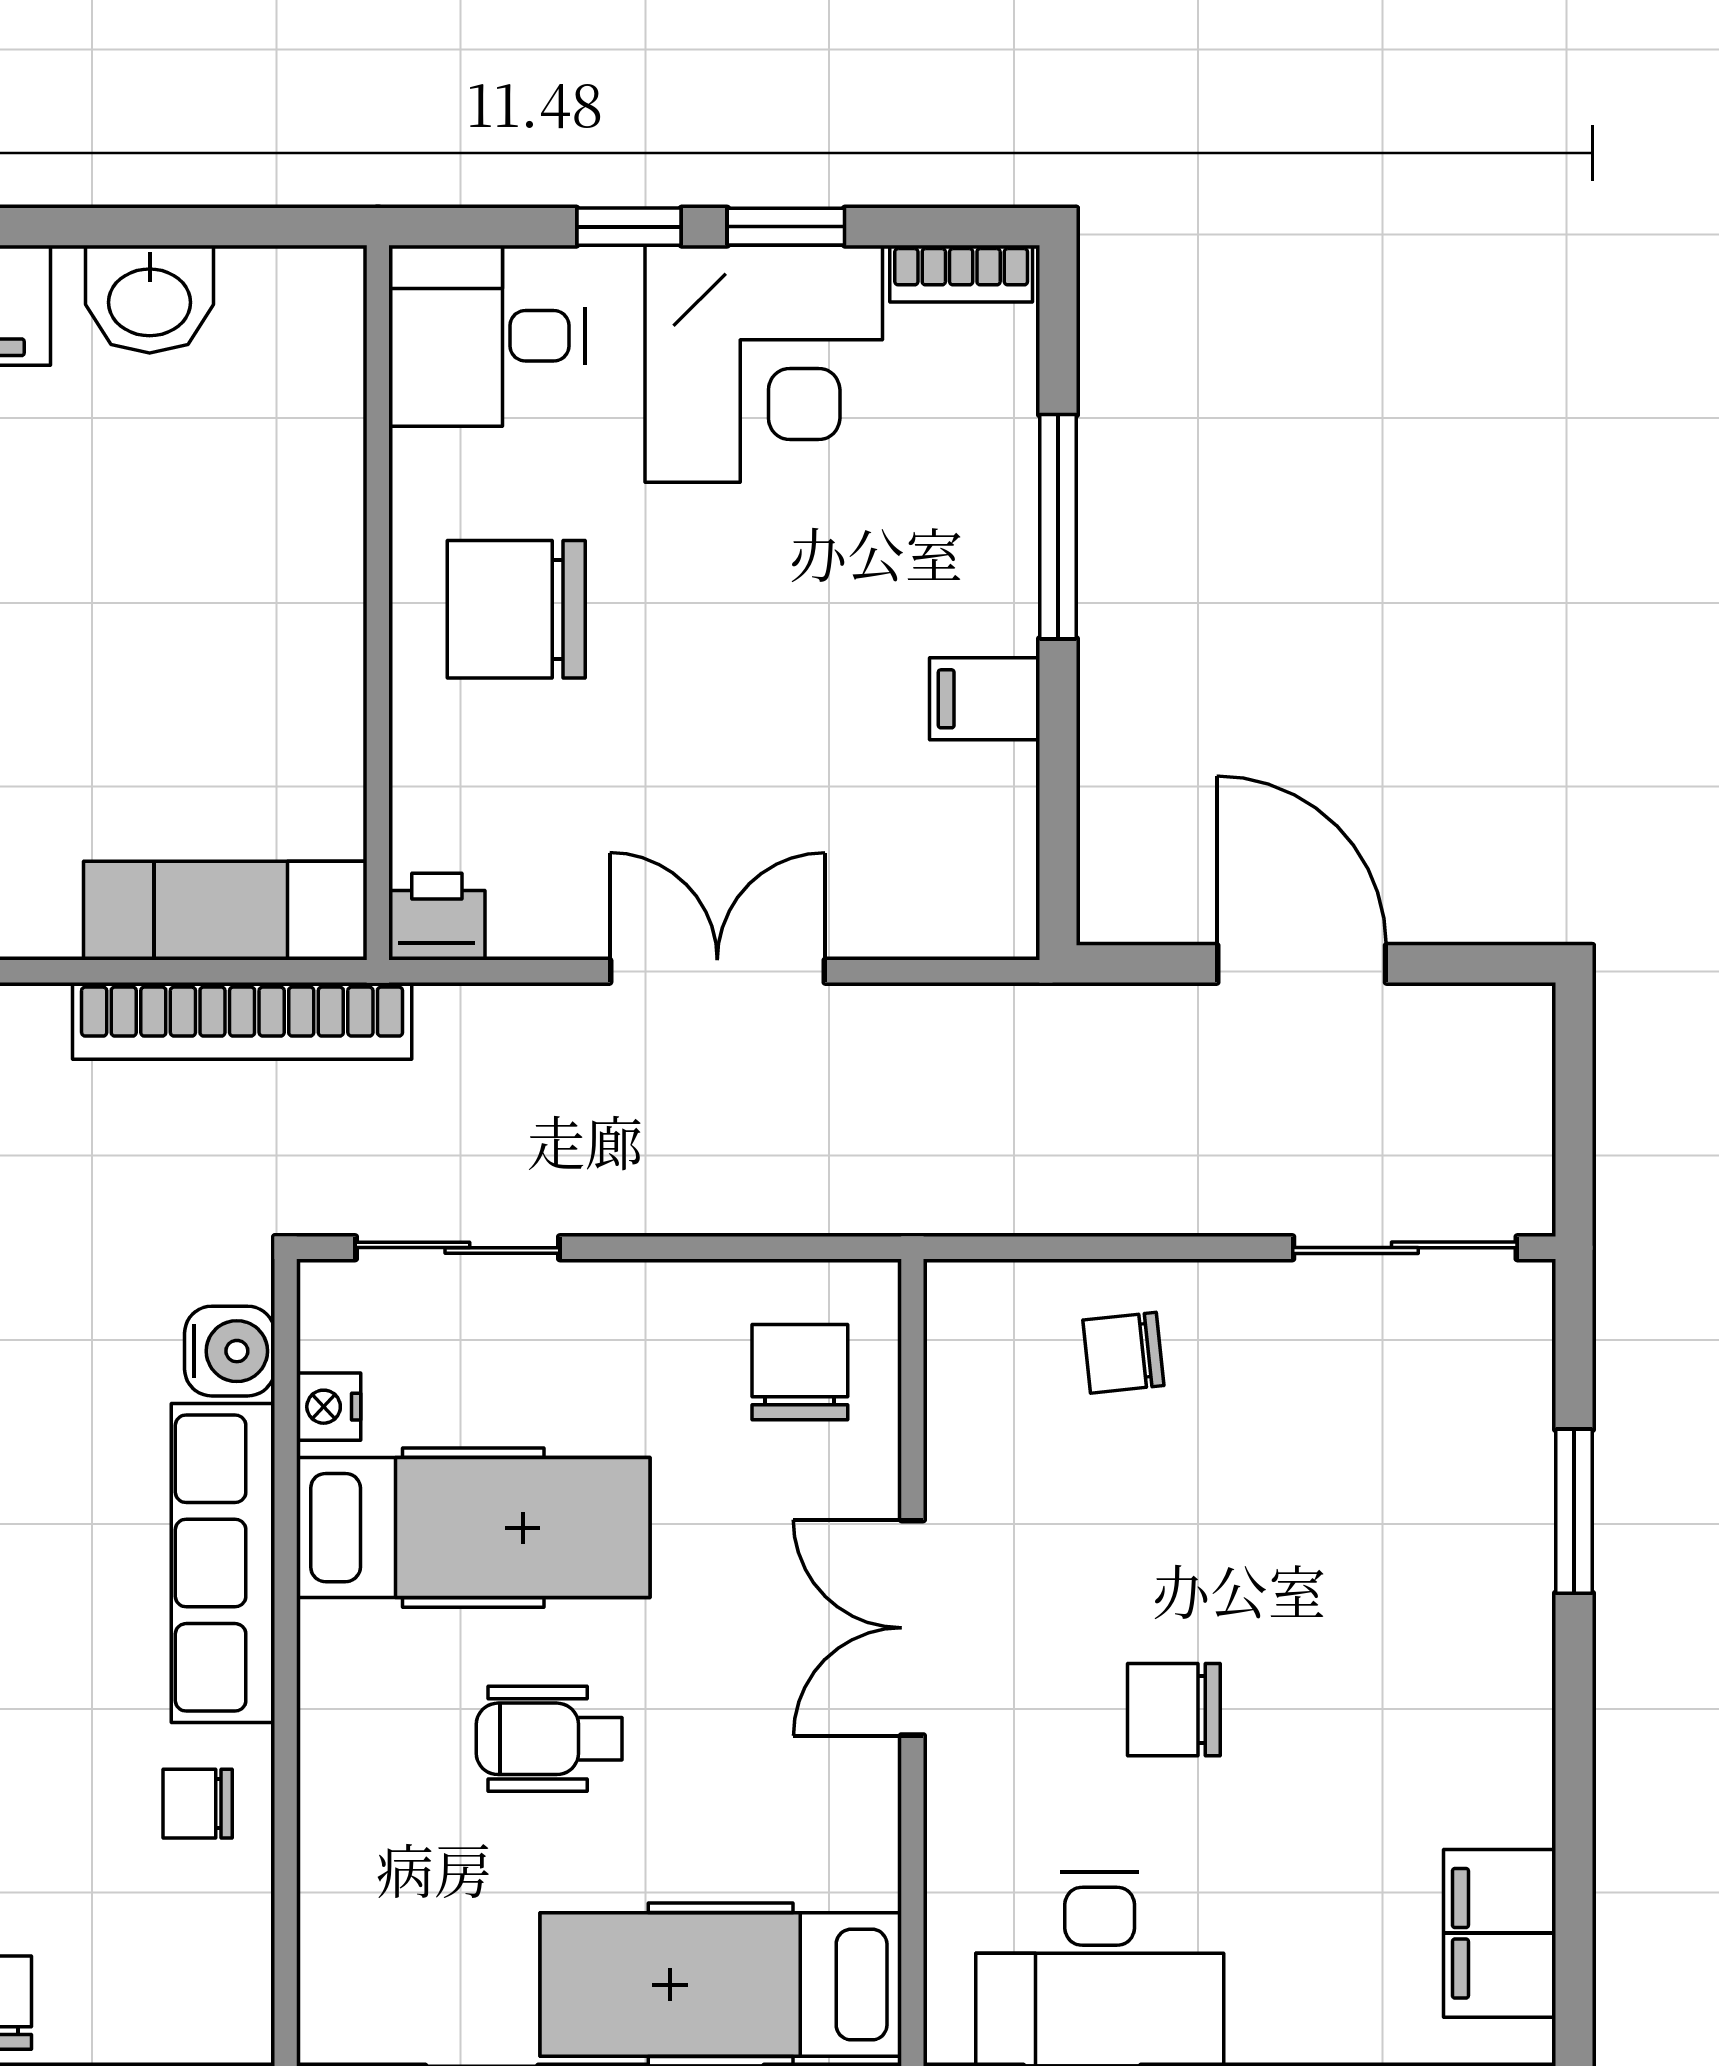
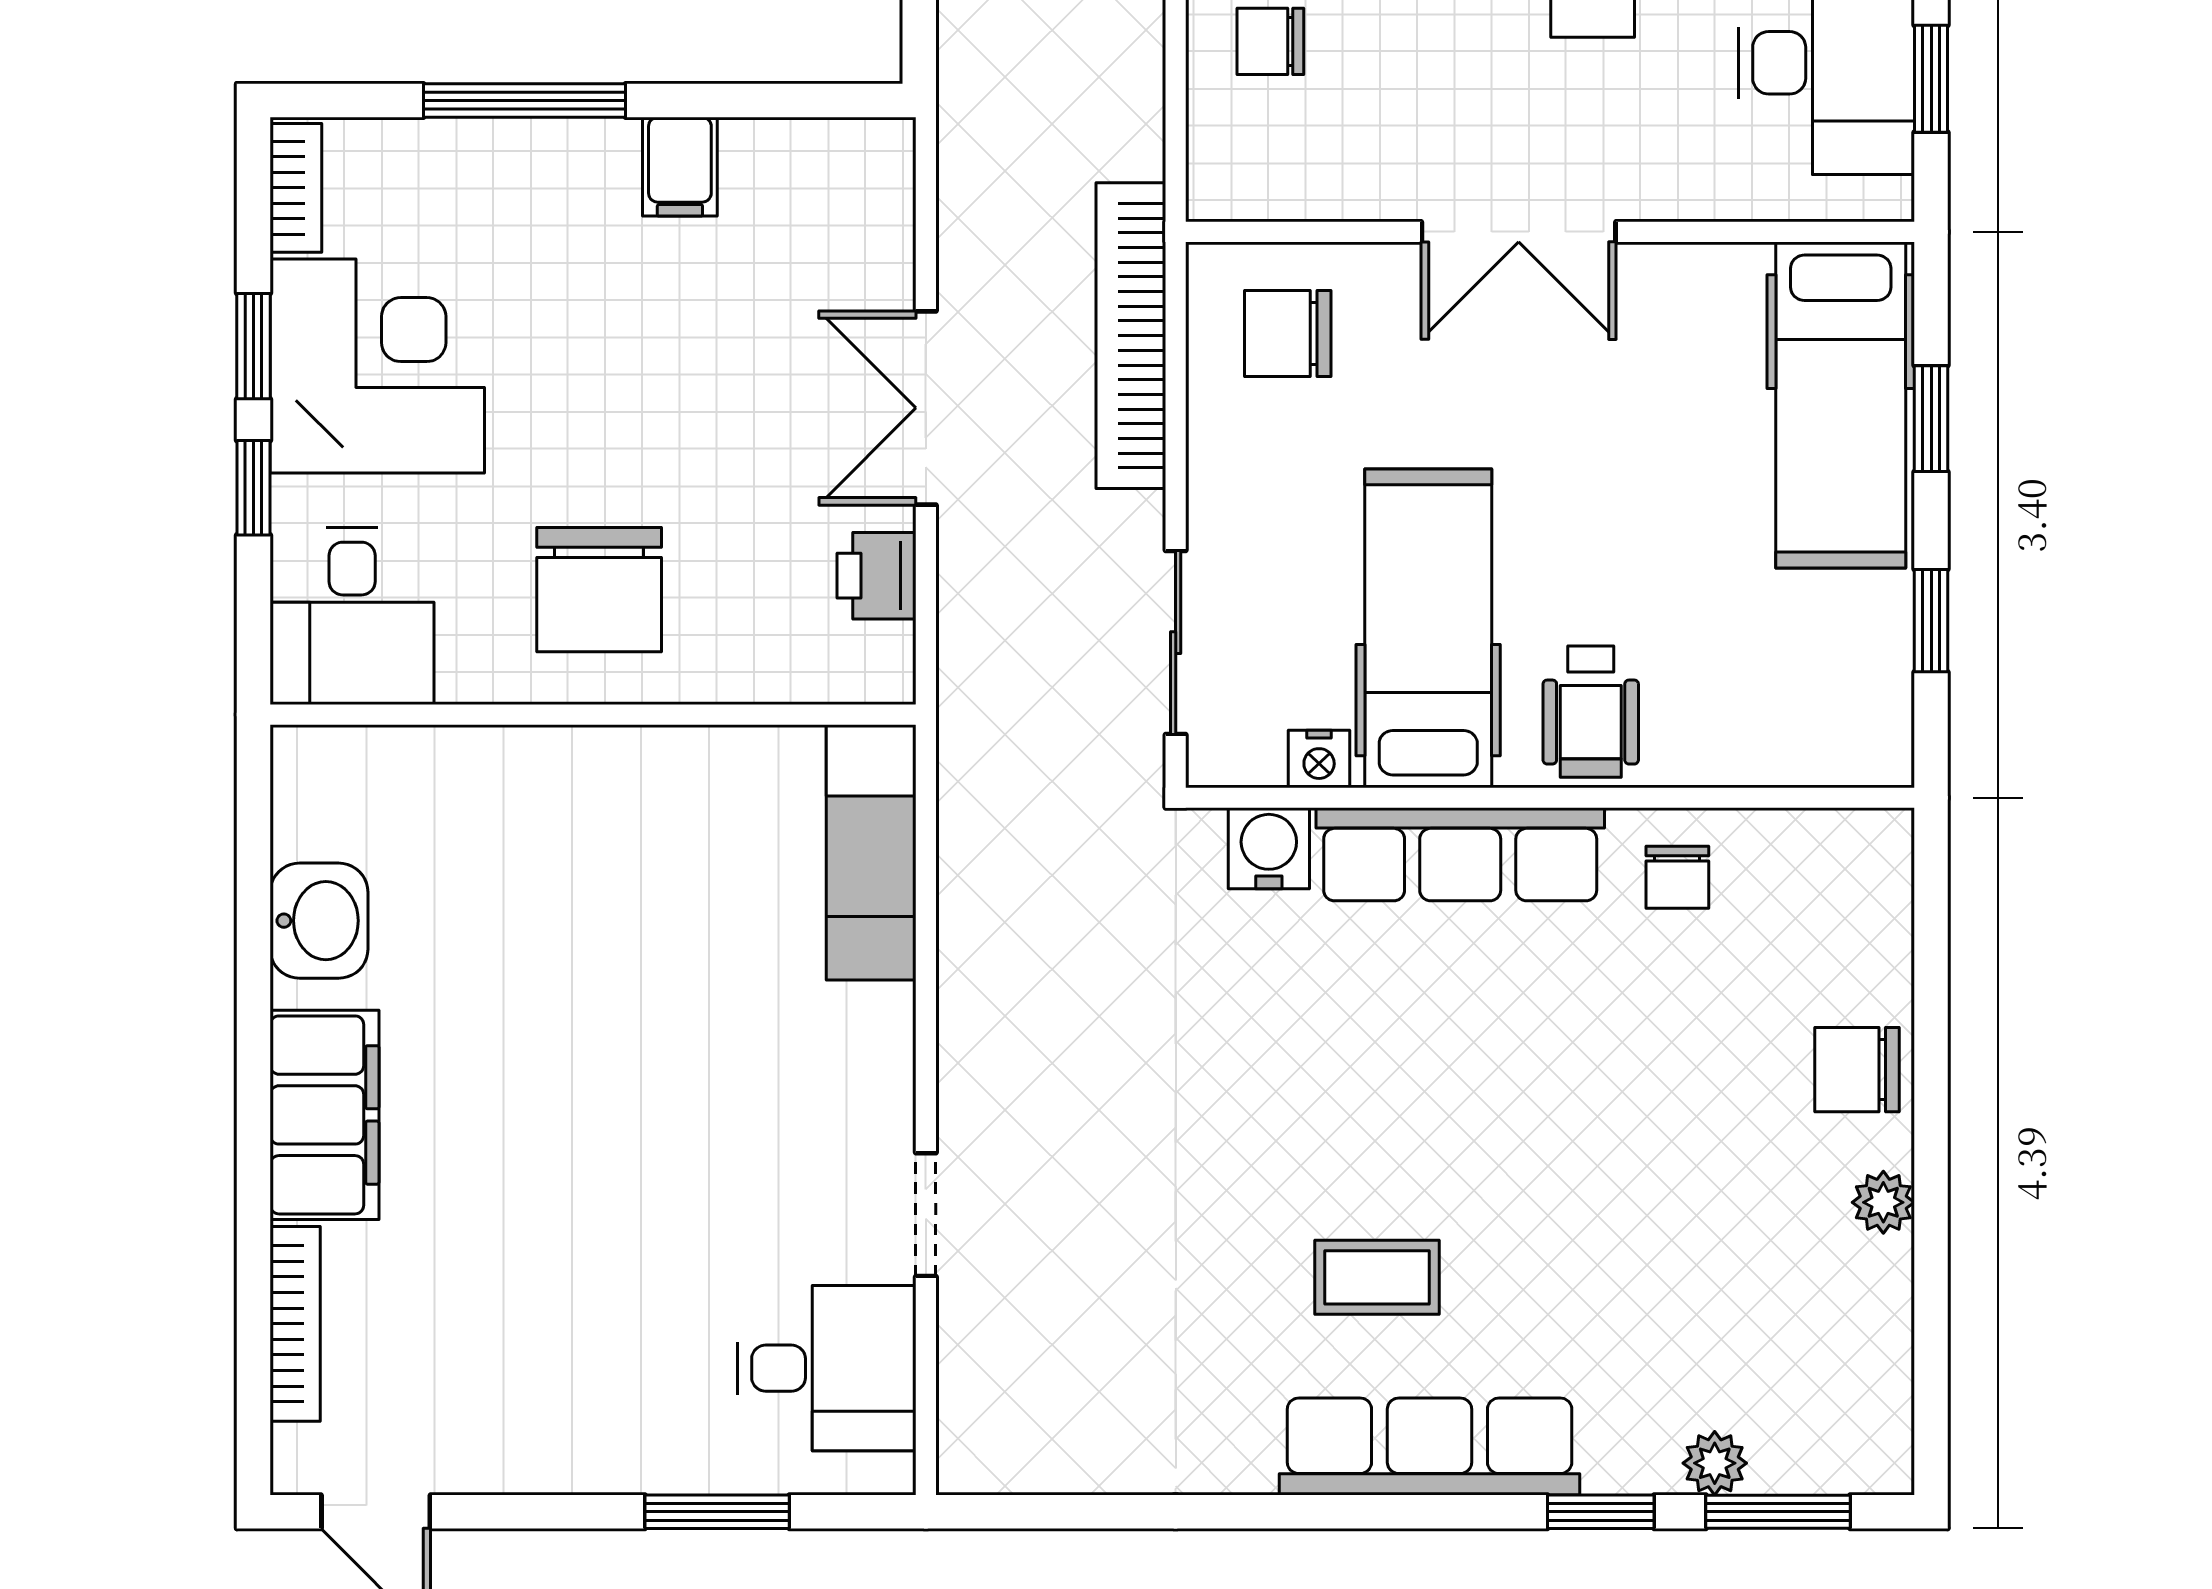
printer: (437, 917) -> (877, 576), moved
bookcase: (242, 1021) -> (1131, 336), moved, turned 180
chair: (1123, 1353) -> (1270, 41), turned 96
wheelchair: (549, 1739) -> (1591, 712), moved

